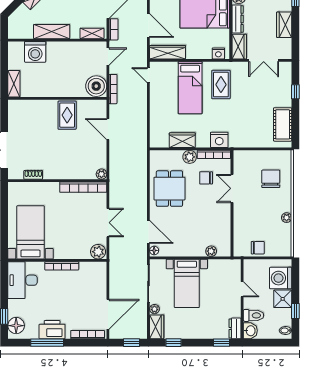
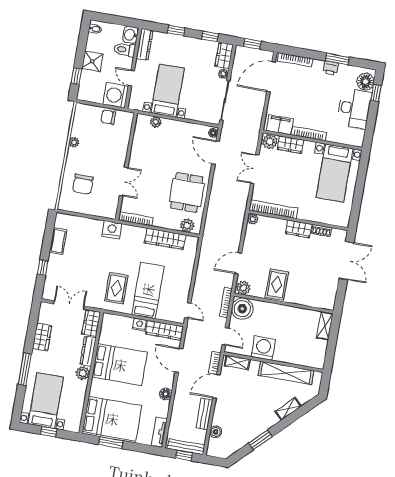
shelving: (52, 32) -> (286, 373), width x1.47
washing machine: (35, 52) -> (263, 348), moved
nightstand: (218, 53) -> (139, 325), moved
door: (108, 57) -> (225, 336), swing flipped
plant: (99, 106) -> (243, 288), added
cot: (283, 124) -> (58, 241), width x0.73, depth x0.75
door: (108, 129) -> (238, 263), swing flipped
wardrobe: (182, 140) -> (165, 239), width x1.50
nightstand: (219, 140) -> (112, 230), moved
plant: (190, 157) -> (187, 225), moved
wardrobe: (55, 172) -> (299, 229), added
chair: (206, 178) -> (148, 197), removed
wardrobe: (78, 252) -> (290, 145), added
filing cabinet: (91, 270) -> (280, 125), added
washing machine: (281, 278) -> (116, 95), moved, turned 180
desk: (22, 280) -> (354, 108), moved
bed with nightstands: (187, 283) -> (168, 91), moved
window: (295, 311) -> (76, 76), moved
dresser: (235, 328) -> (145, 44), width x1.44
printer: (52, 330) -> (331, 68), width x0.53, depth x0.68
window: (47, 343) -> (337, 59), width x0.69
window: (222, 343) -> (176, 30), moved

